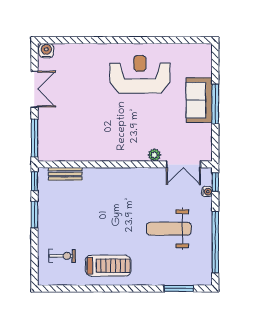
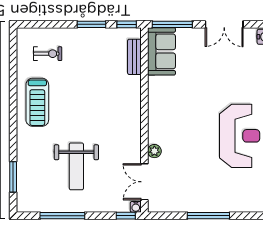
sofa: (199, 100) -> (162, 51), moved, turned 90
water cooler: (207, 192) -> (136, 207), moved
weight bench: (169, 229) -> (76, 166), turned 180
window: (215, 242) -> (62, 216), width x0.68
exercise bike: (62, 256) -> (48, 54), turned -90

